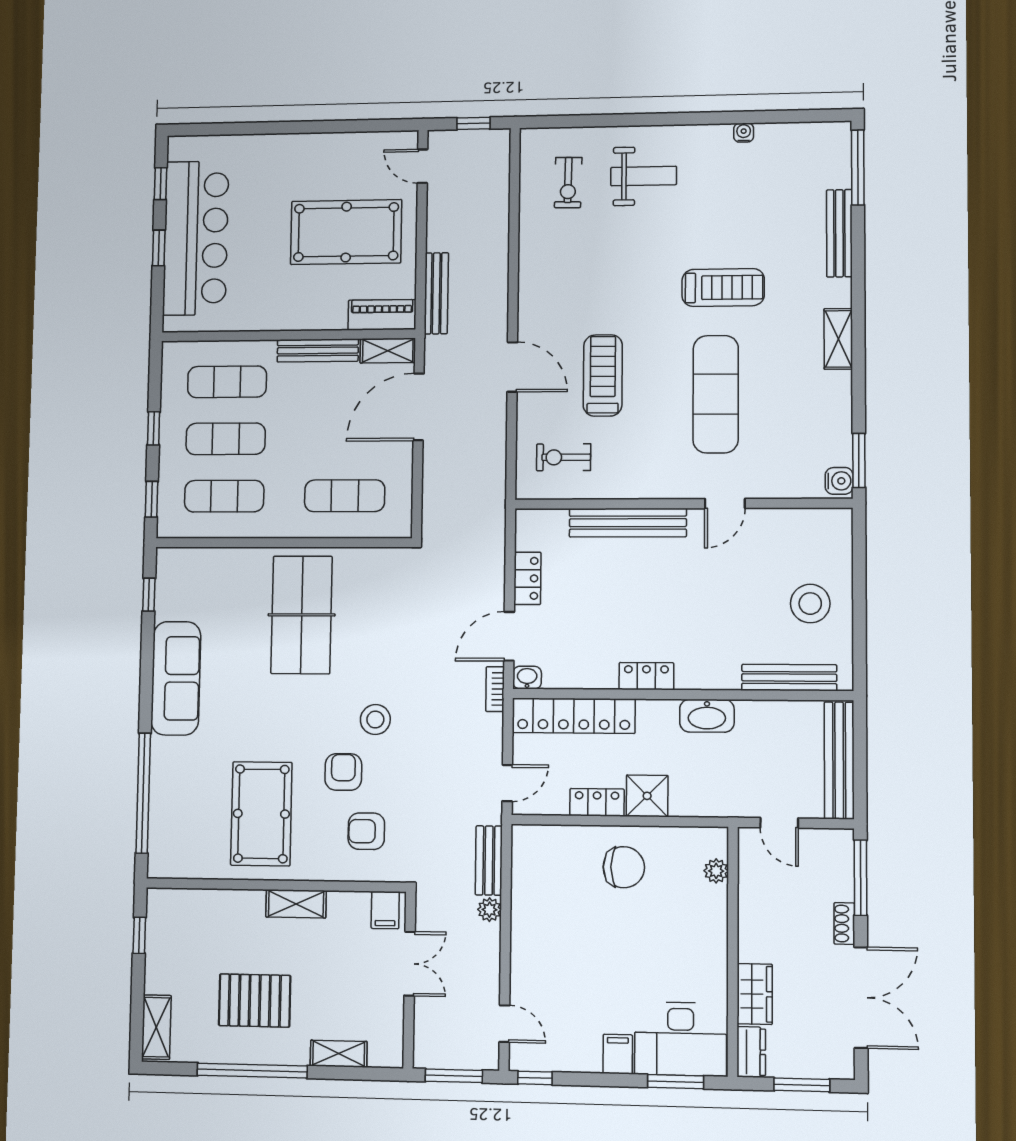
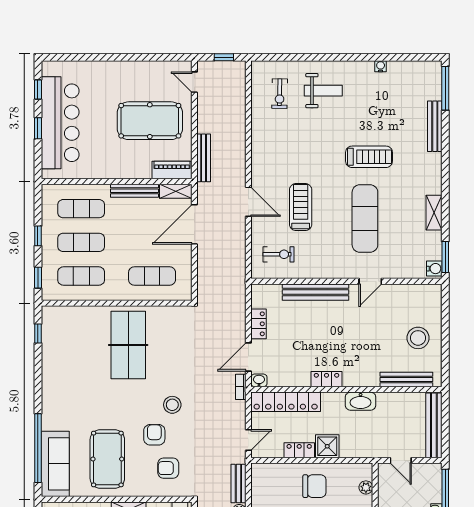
shelving: (838, 339) -> (434, 213), moved
exercise bike: (564, 457) -> (278, 254), turned 180
sofa: (176, 678) -> (55, 464), moved

